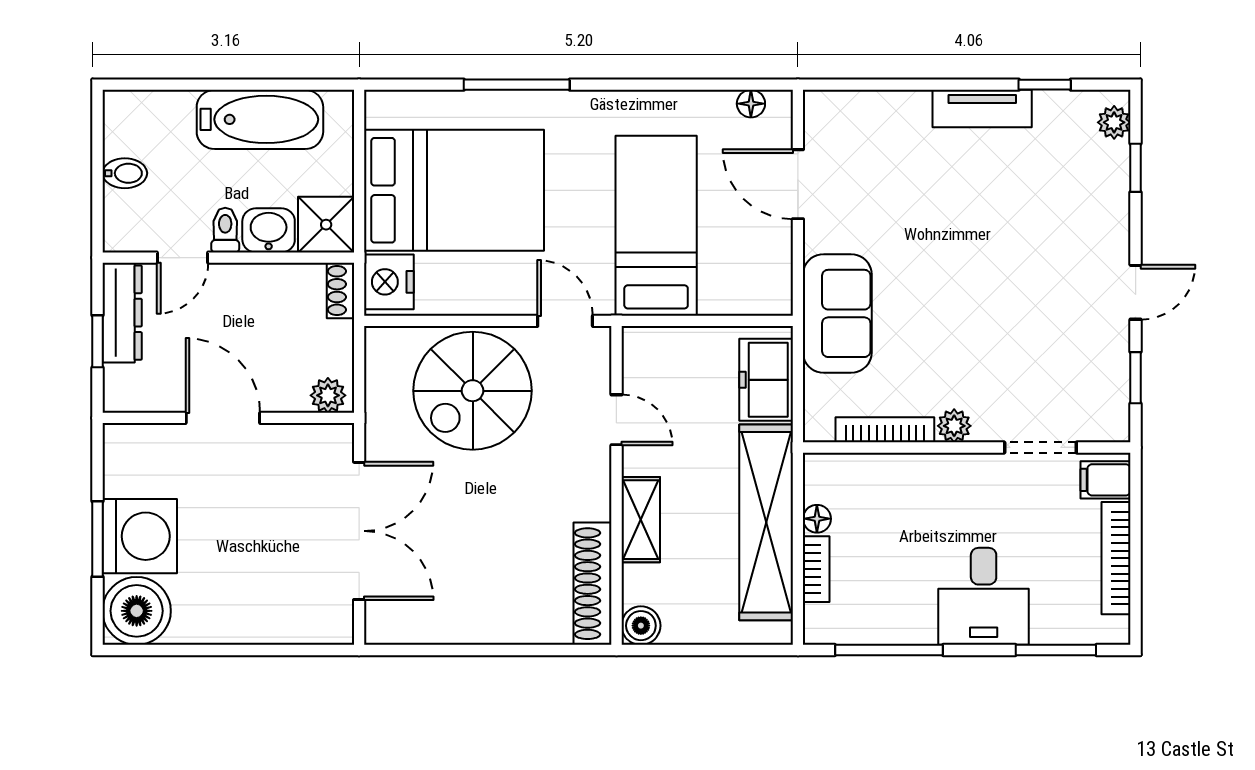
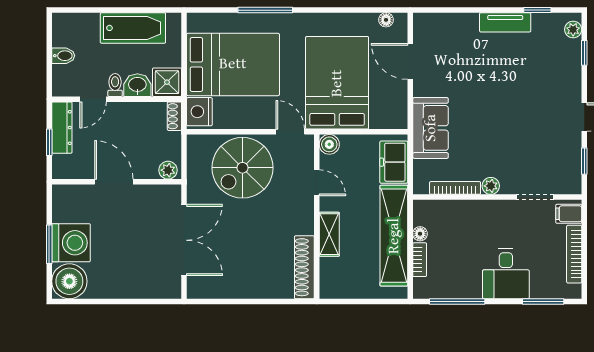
bed: (656, 226) -> (337, 83), width x1.50
boiler: (641, 626) -> (329, 144), moved

